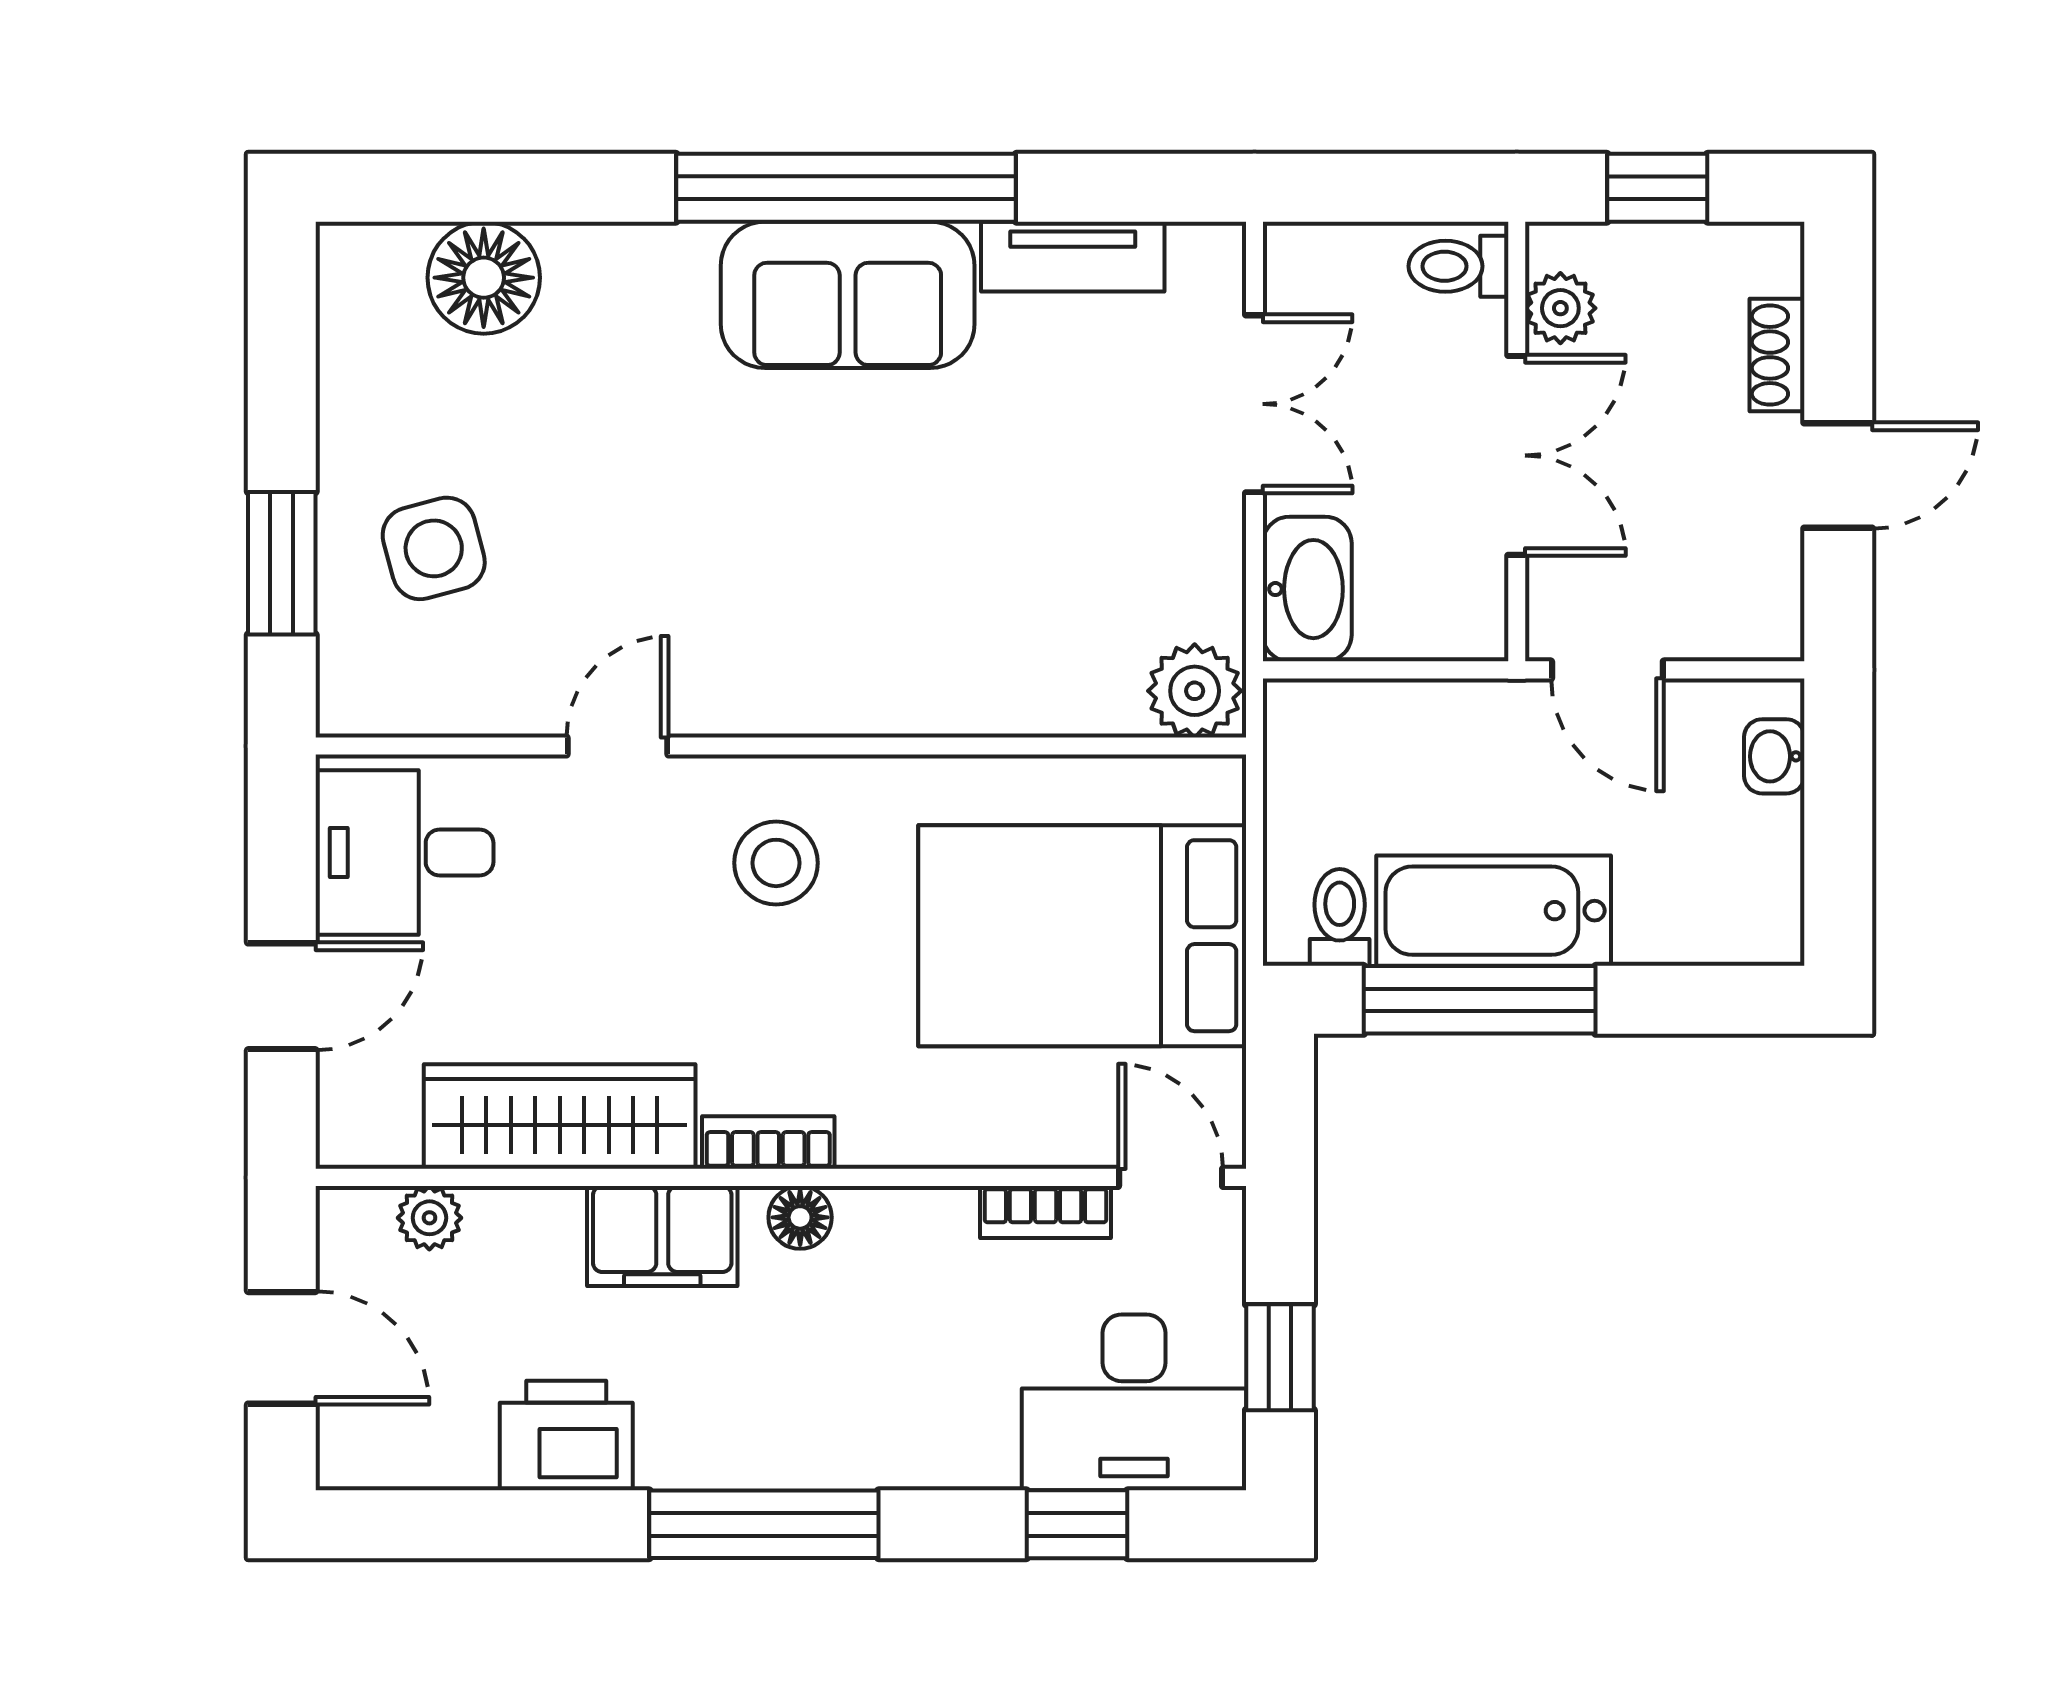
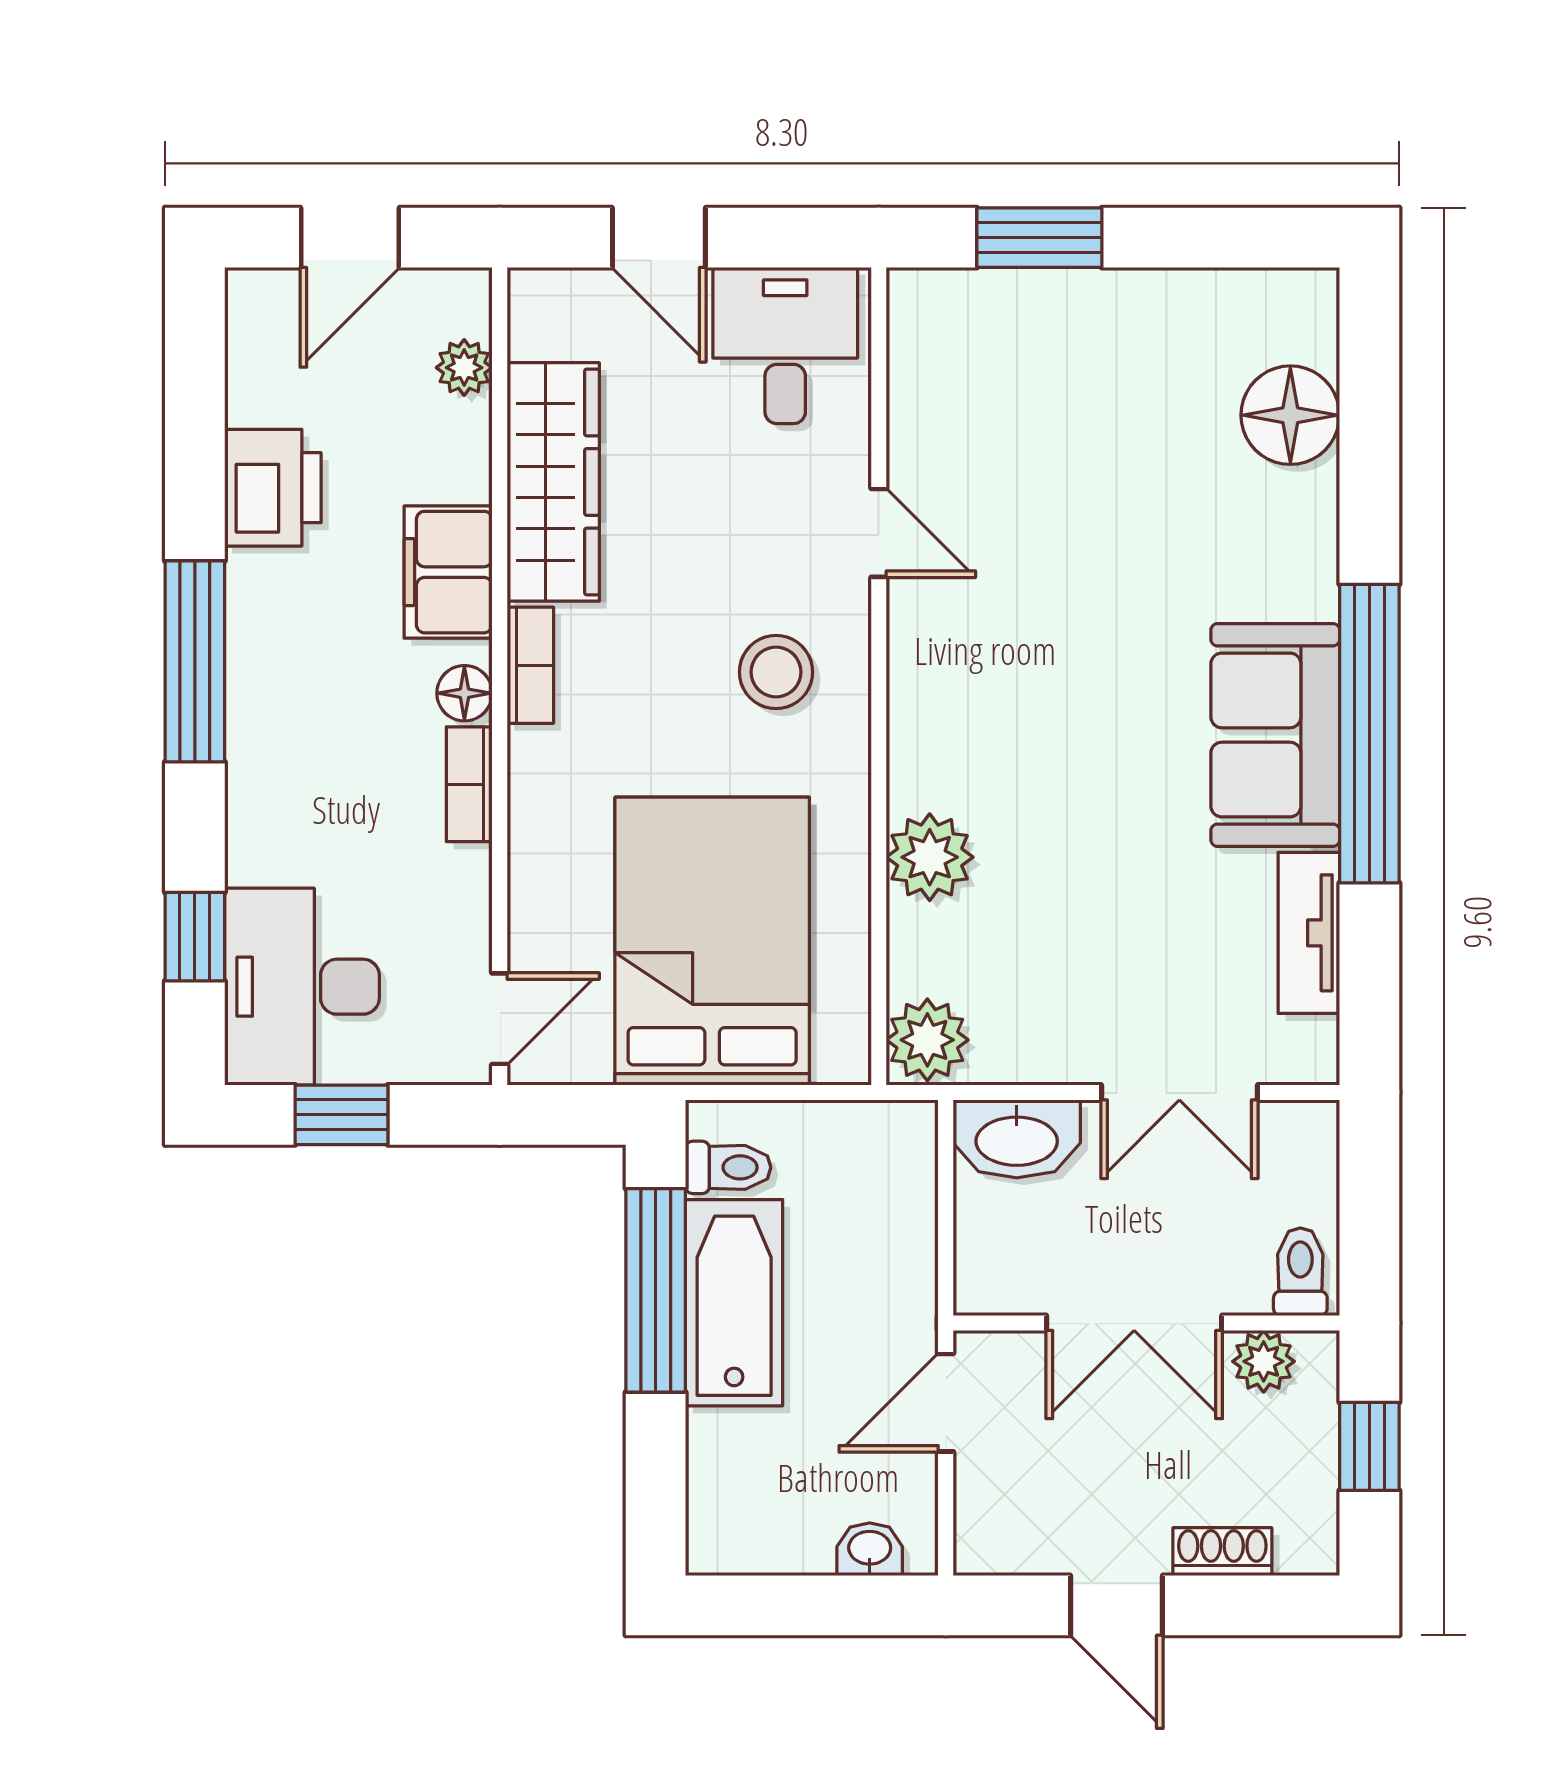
side table: (434, 548) -> (1052, 371), removed
plant: (987, 688) -> (930, 857), added
bookcase: (1045, 1212) -> (469, 784), moved

